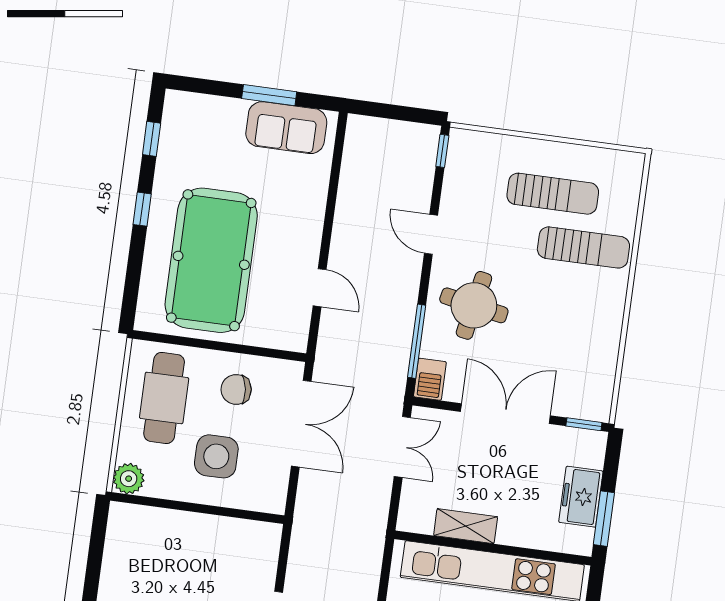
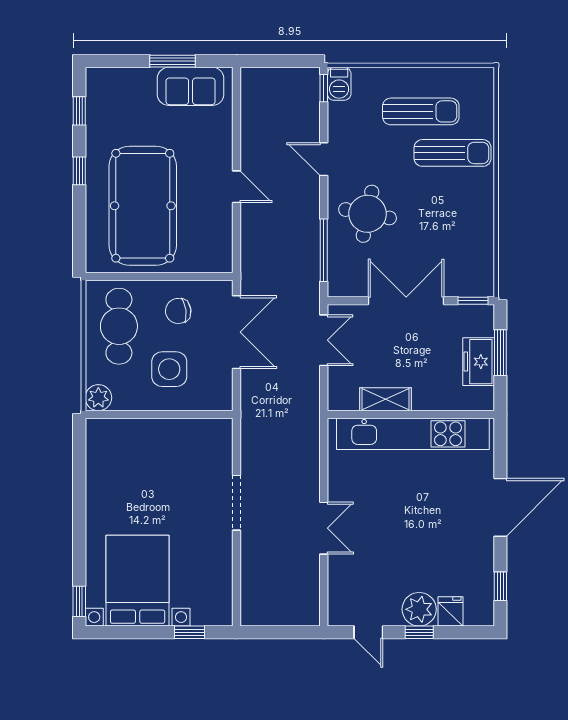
door: (320, 288) -> (237, 187), moved
barbecue: (430, 379) -> (339, 84), moved
window: (604, 519) -> (500, 353), moved

